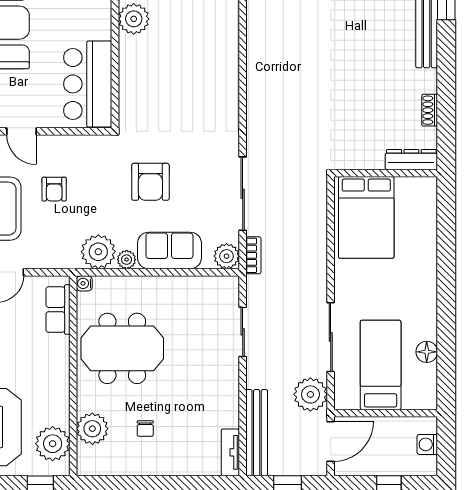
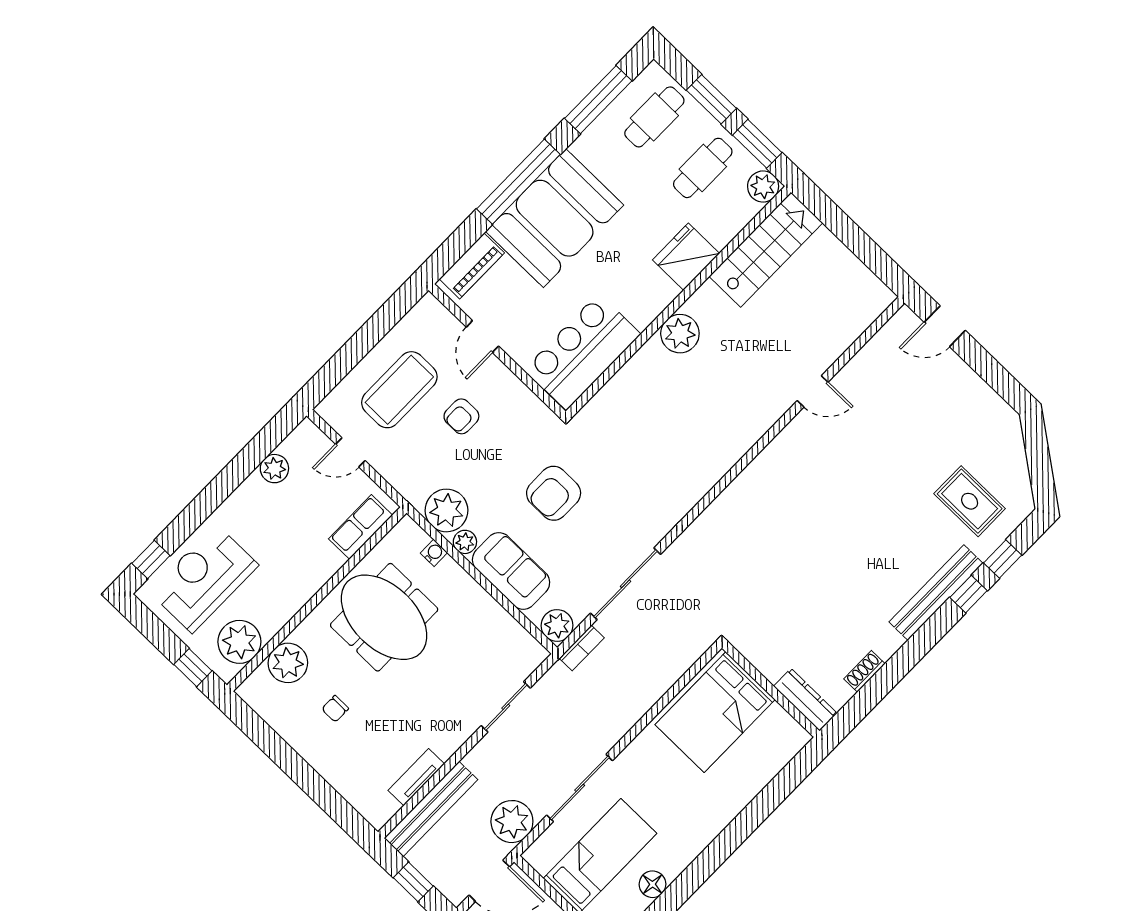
water cooler: (84, 283) -> (434, 553), moved, turned 90
tv unit: (230, 452) -> (416, 777), moved

